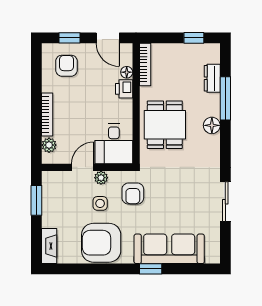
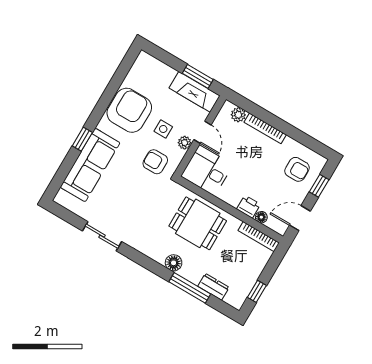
fireplace: (49, 246) -> (195, 92), moved, width x1.37, depth x1.32

